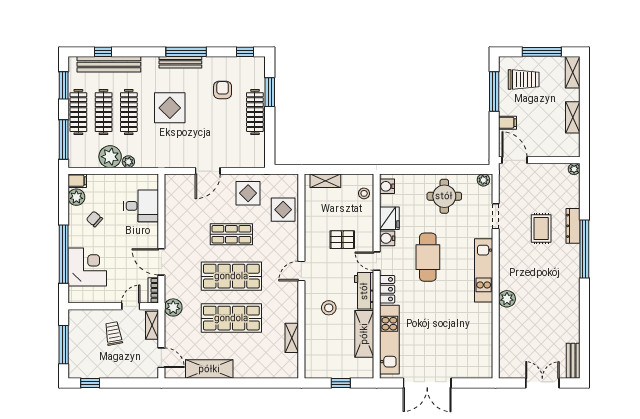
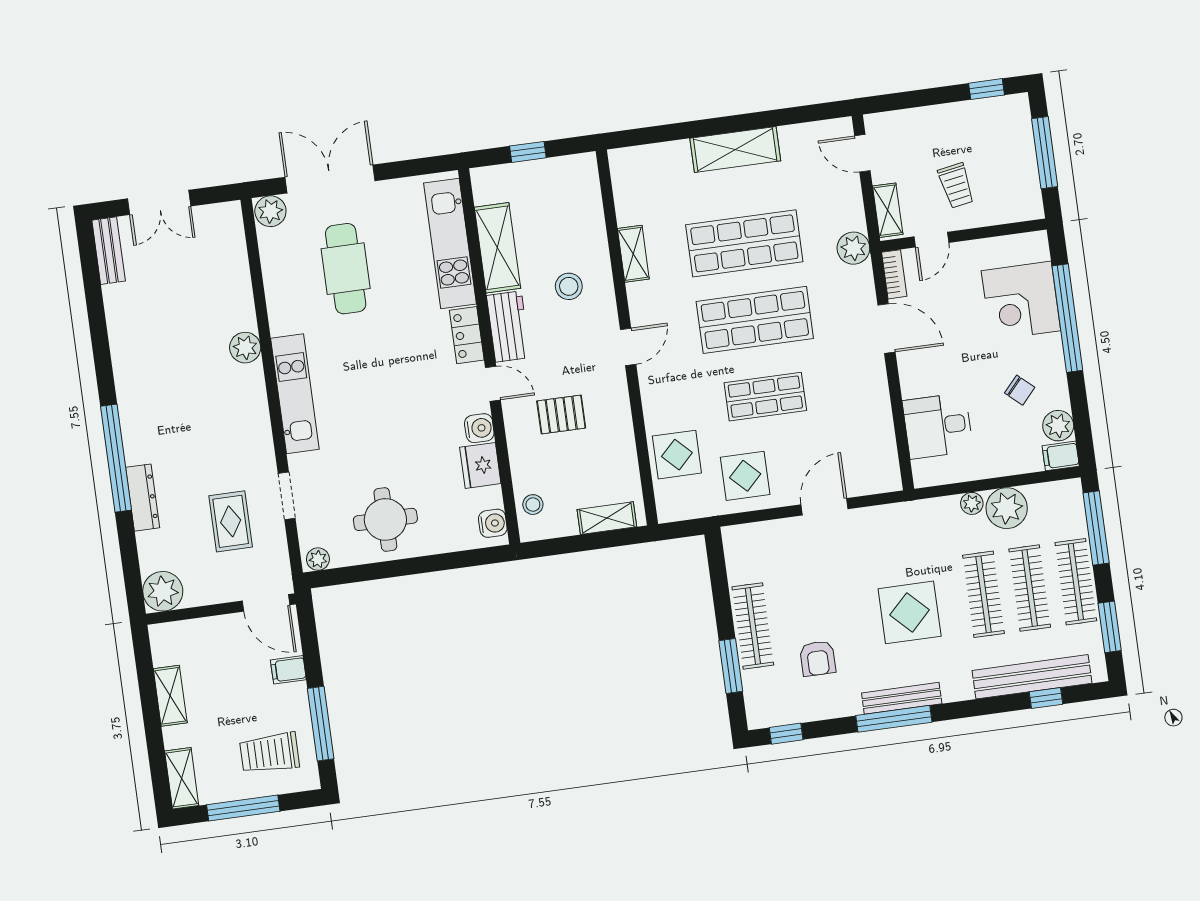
plant: (574, 169) -> (163, 591), width x1.88, depth x1.88
rug: (541, 229) -> (231, 521), moved
cafe table: (428, 257) -> (346, 269), moved
shelving: (292, 338) -> (633, 254), moved
shelving: (209, 369) -> (735, 149), moved
plant: (483, 370) -> (270, 211), added
double door: (427, 383) -> (330, 179), moved

